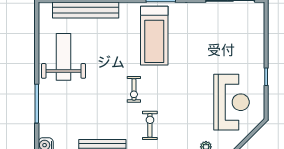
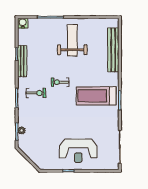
weight bench: (63, 57) -> (72, 40), moved, turned -90
reception desk: (232, 102) -> (78, 151), moved

